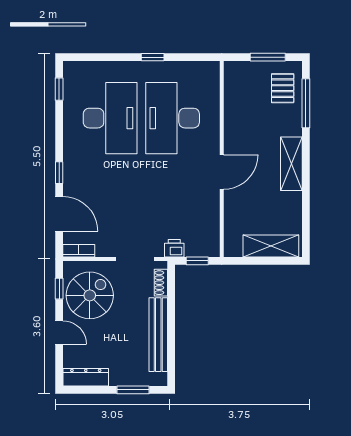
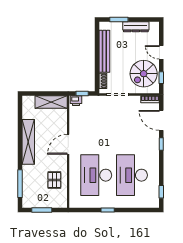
pallet: (283, 88) -> (54, 180), moved
desk: (173, 118) -> (96, 175), turned 180
shelving: (291, 164) -> (28, 142), width x1.47
shelving: (271, 246) -> (51, 102), moved
printer: (174, 248) -> (76, 101), moved
dresser: (86, 377) -> (136, 27), moved

